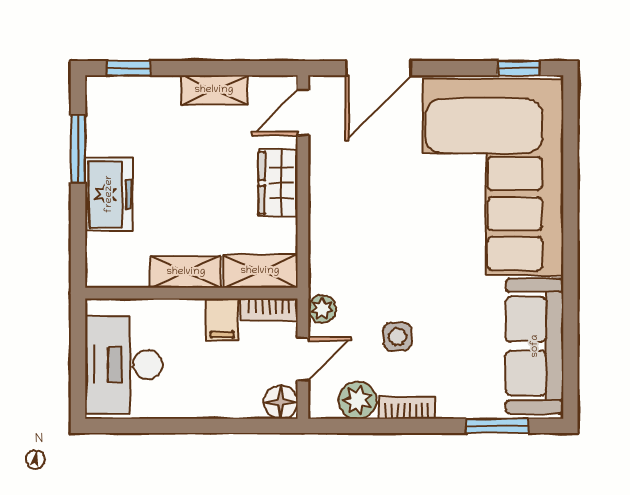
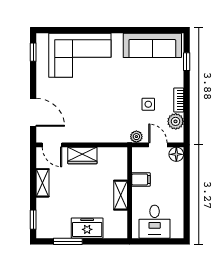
corner sofa: (493, 177) -> (80, 55), width x0.73, depth x0.74
shelving: (260, 271) -> (120, 163), removed
bookcase: (269, 310) -> (137, 159), removed
desk: (124, 365) -> (155, 222), width x0.73
window: (497, 426) -> (187, 62), width x0.67

